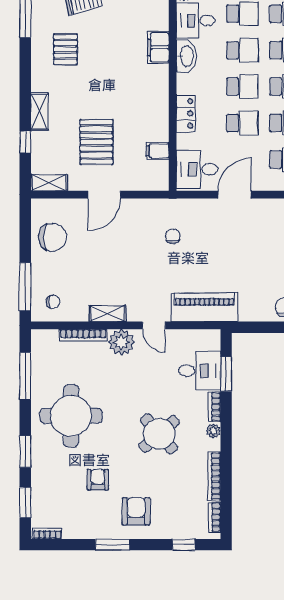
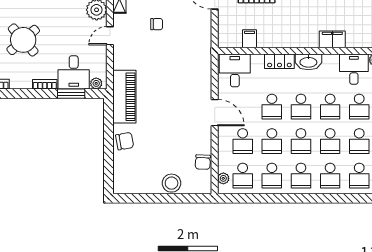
washbasin: (186, 56) -> (308, 62), moved
door: (235, 195) -> (215, 113), moved
chair: (173, 236) -> (157, 24), moved
piano: (204, 307) -> (124, 97), moved
plant: (213, 431) -> (96, 83), moved

